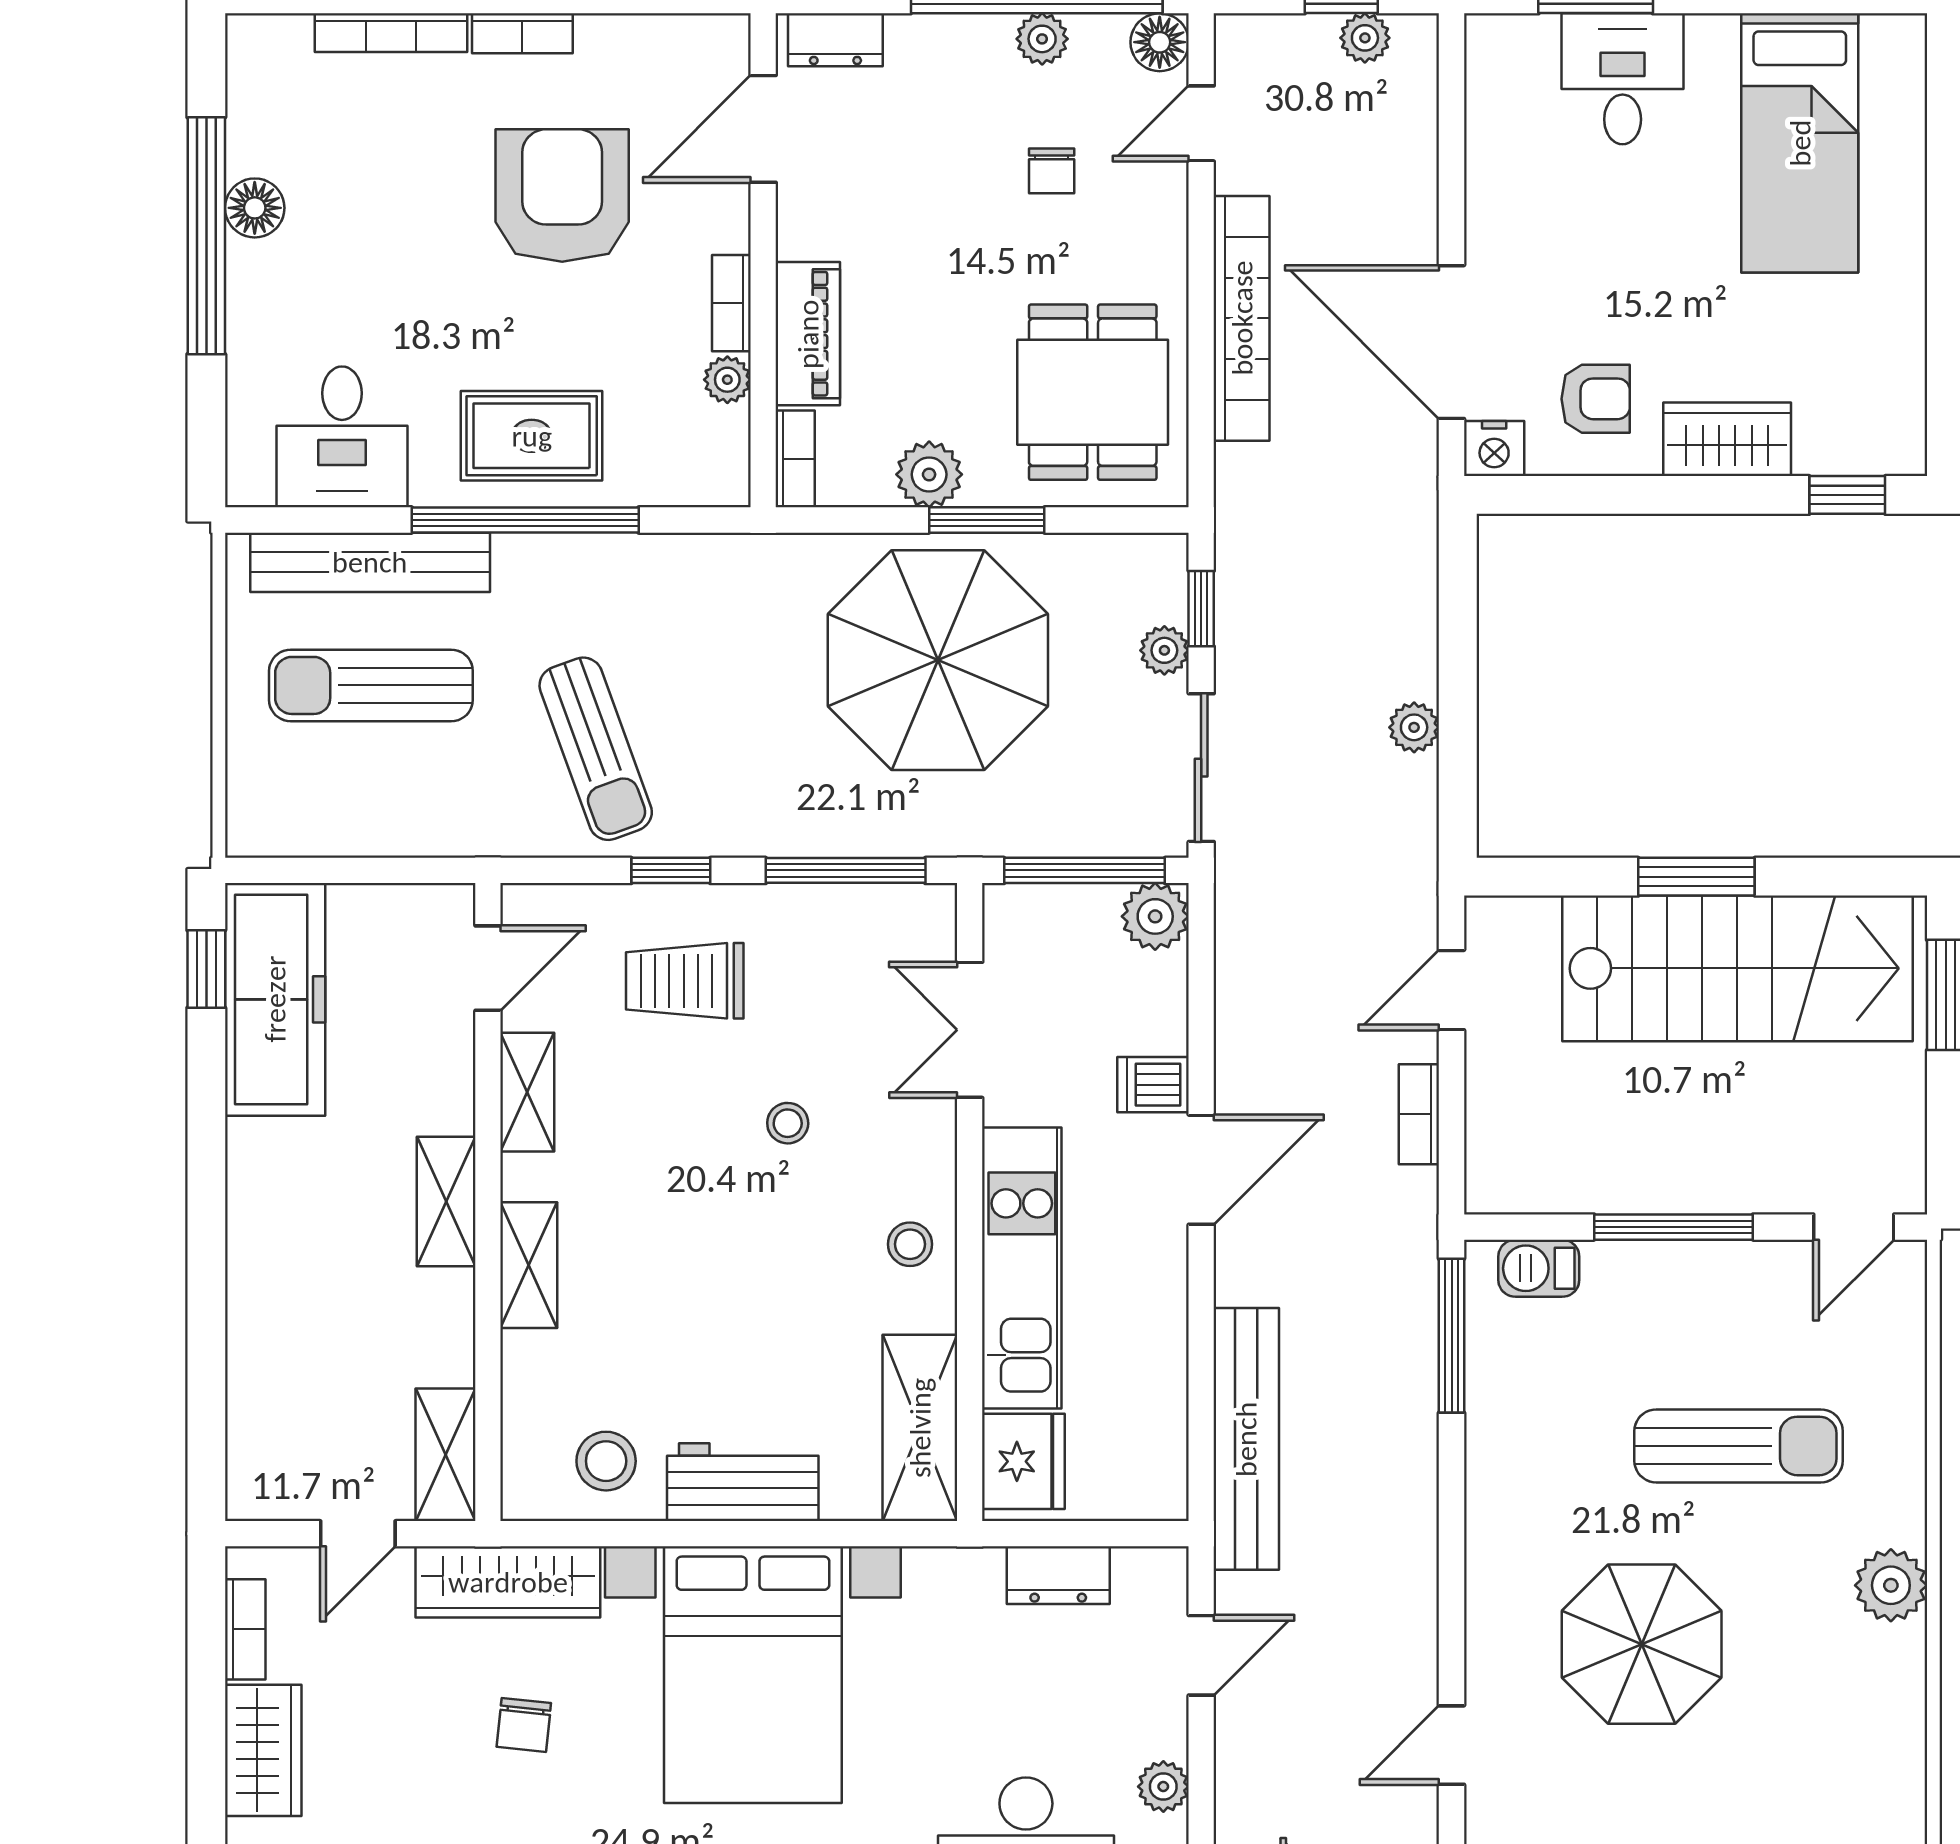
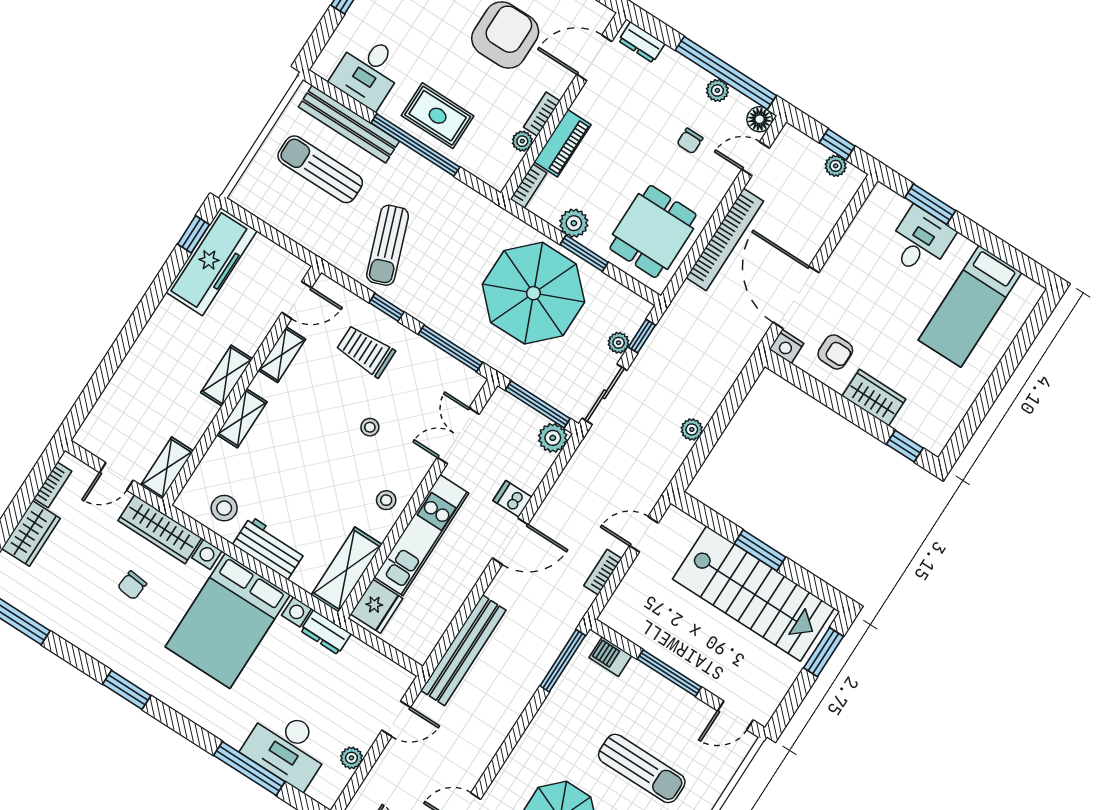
dresser: (1058, 1575) -> (326, 632), moved

